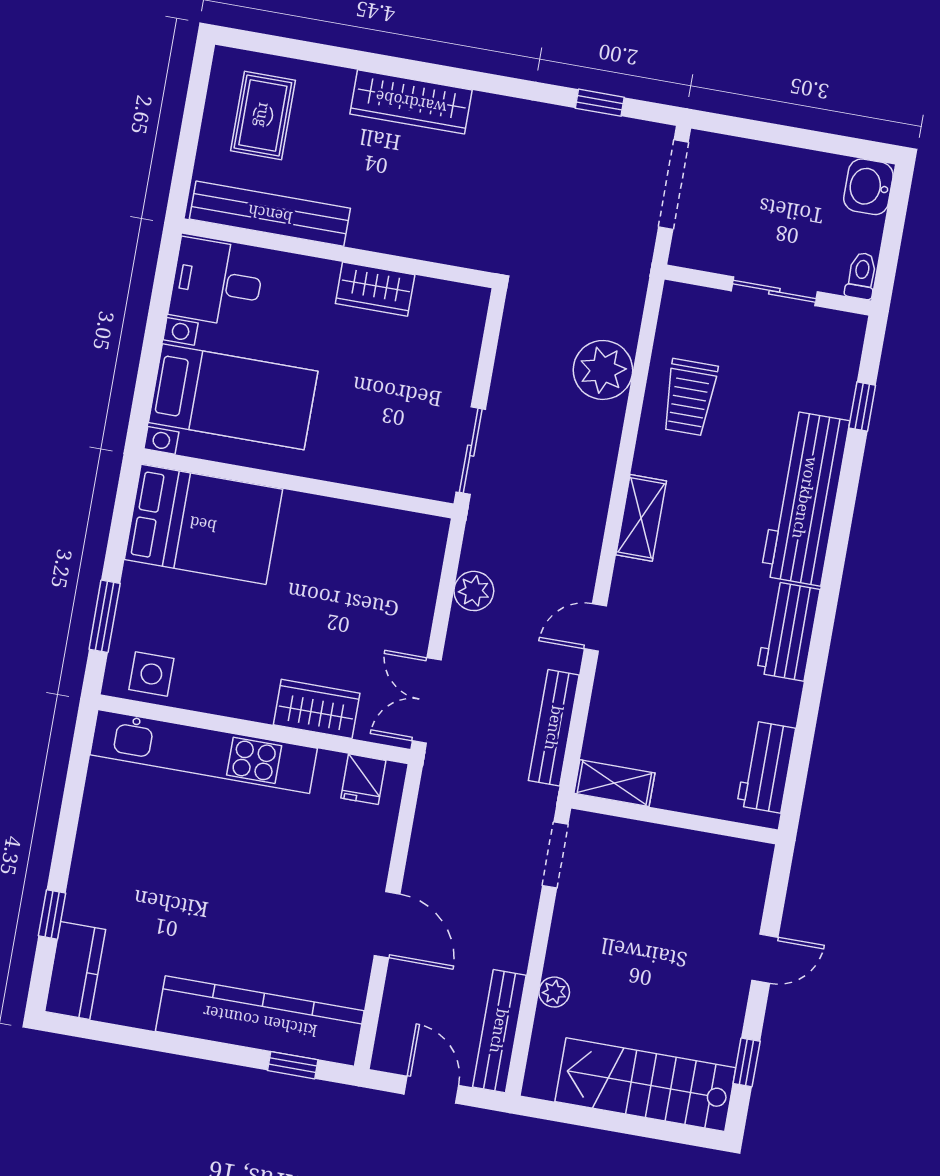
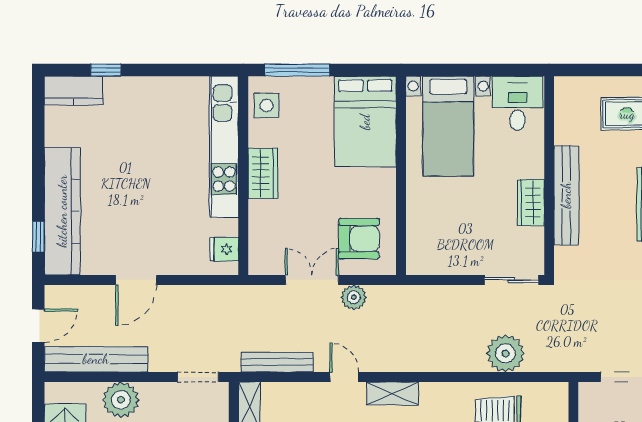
bench: (270, 214) -> (566, 195), moved
sliding door: (471, 451) -> (511, 280), moved
shelving: (641, 518) -> (392, 393), moved
armchair: (384, 567) -> (359, 239), added
window: (105, 616) -> (297, 70), width x1.44
double door: (427, 700) -> (312, 280), moved
wardrobe: (317, 709) -> (263, 173), moved
plant: (554, 992) -> (121, 400), width x1.88, depth x1.88
bench: (499, 1031) -> (96, 359), width x1.37, depth x1.21

